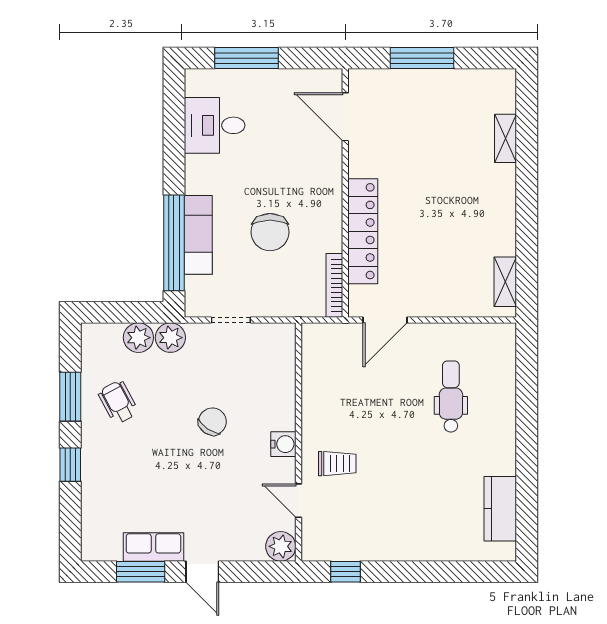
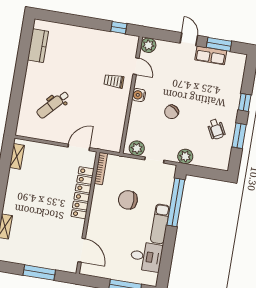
chair: (270, 232) -> (128, 200), turned -90
exam couch: (198, 235) -> (160, 224), moved
plant: (138, 338) -> (137, 148), moved
dental chair: (451, 396) -> (53, 105), turned 43

